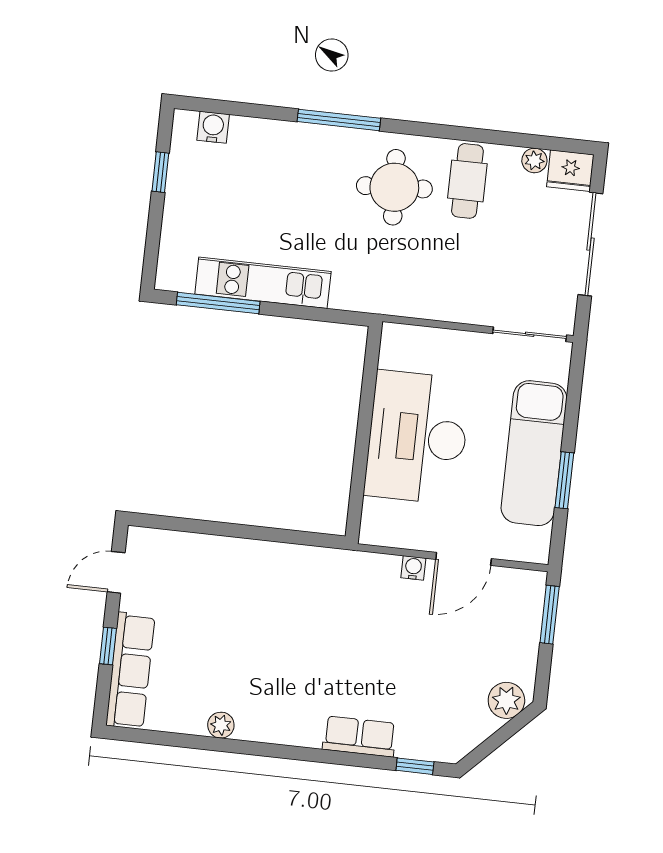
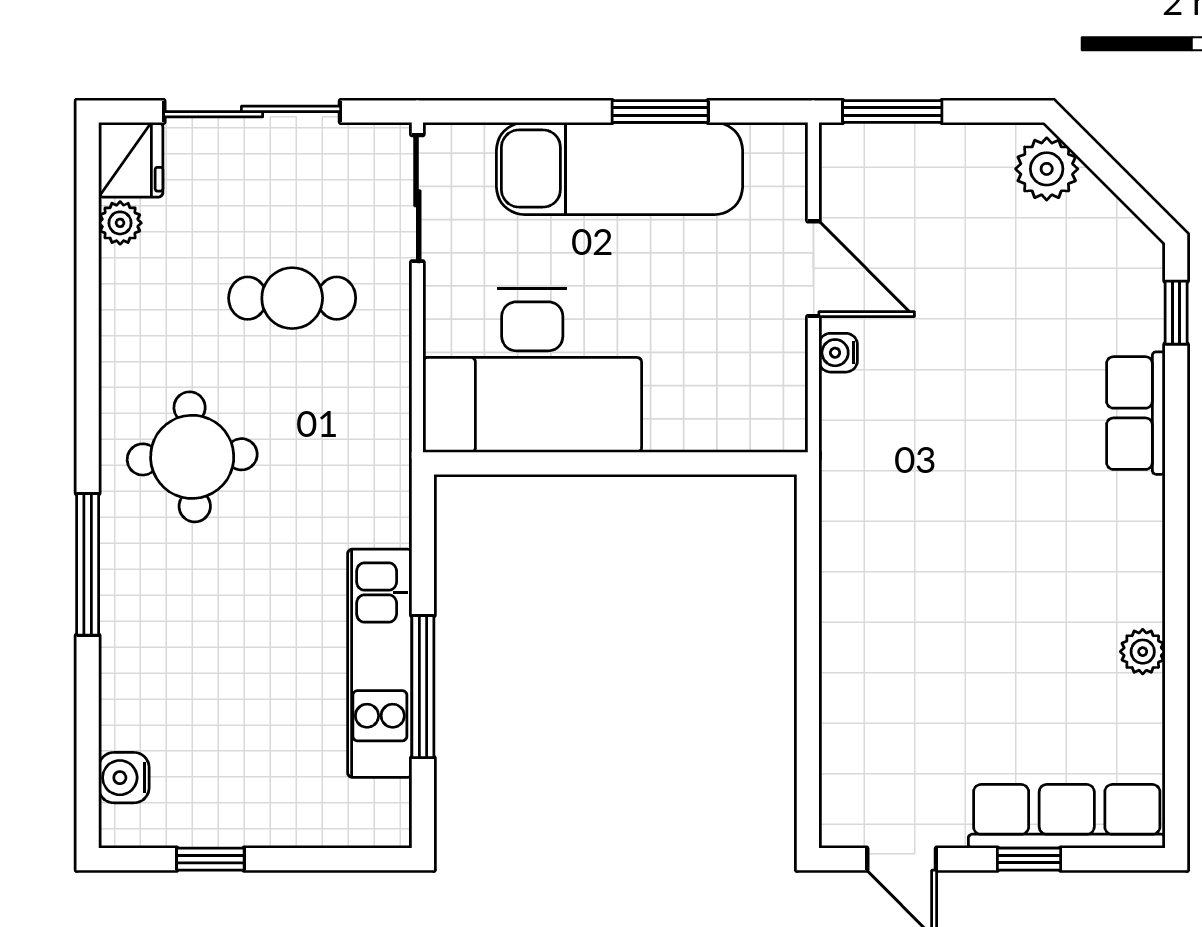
cafe table: (467, 181) -> (292, 298), moved
window: (218, 303) -> (423, 687), moved
desk: (417, 437) -> (532, 371), moved

